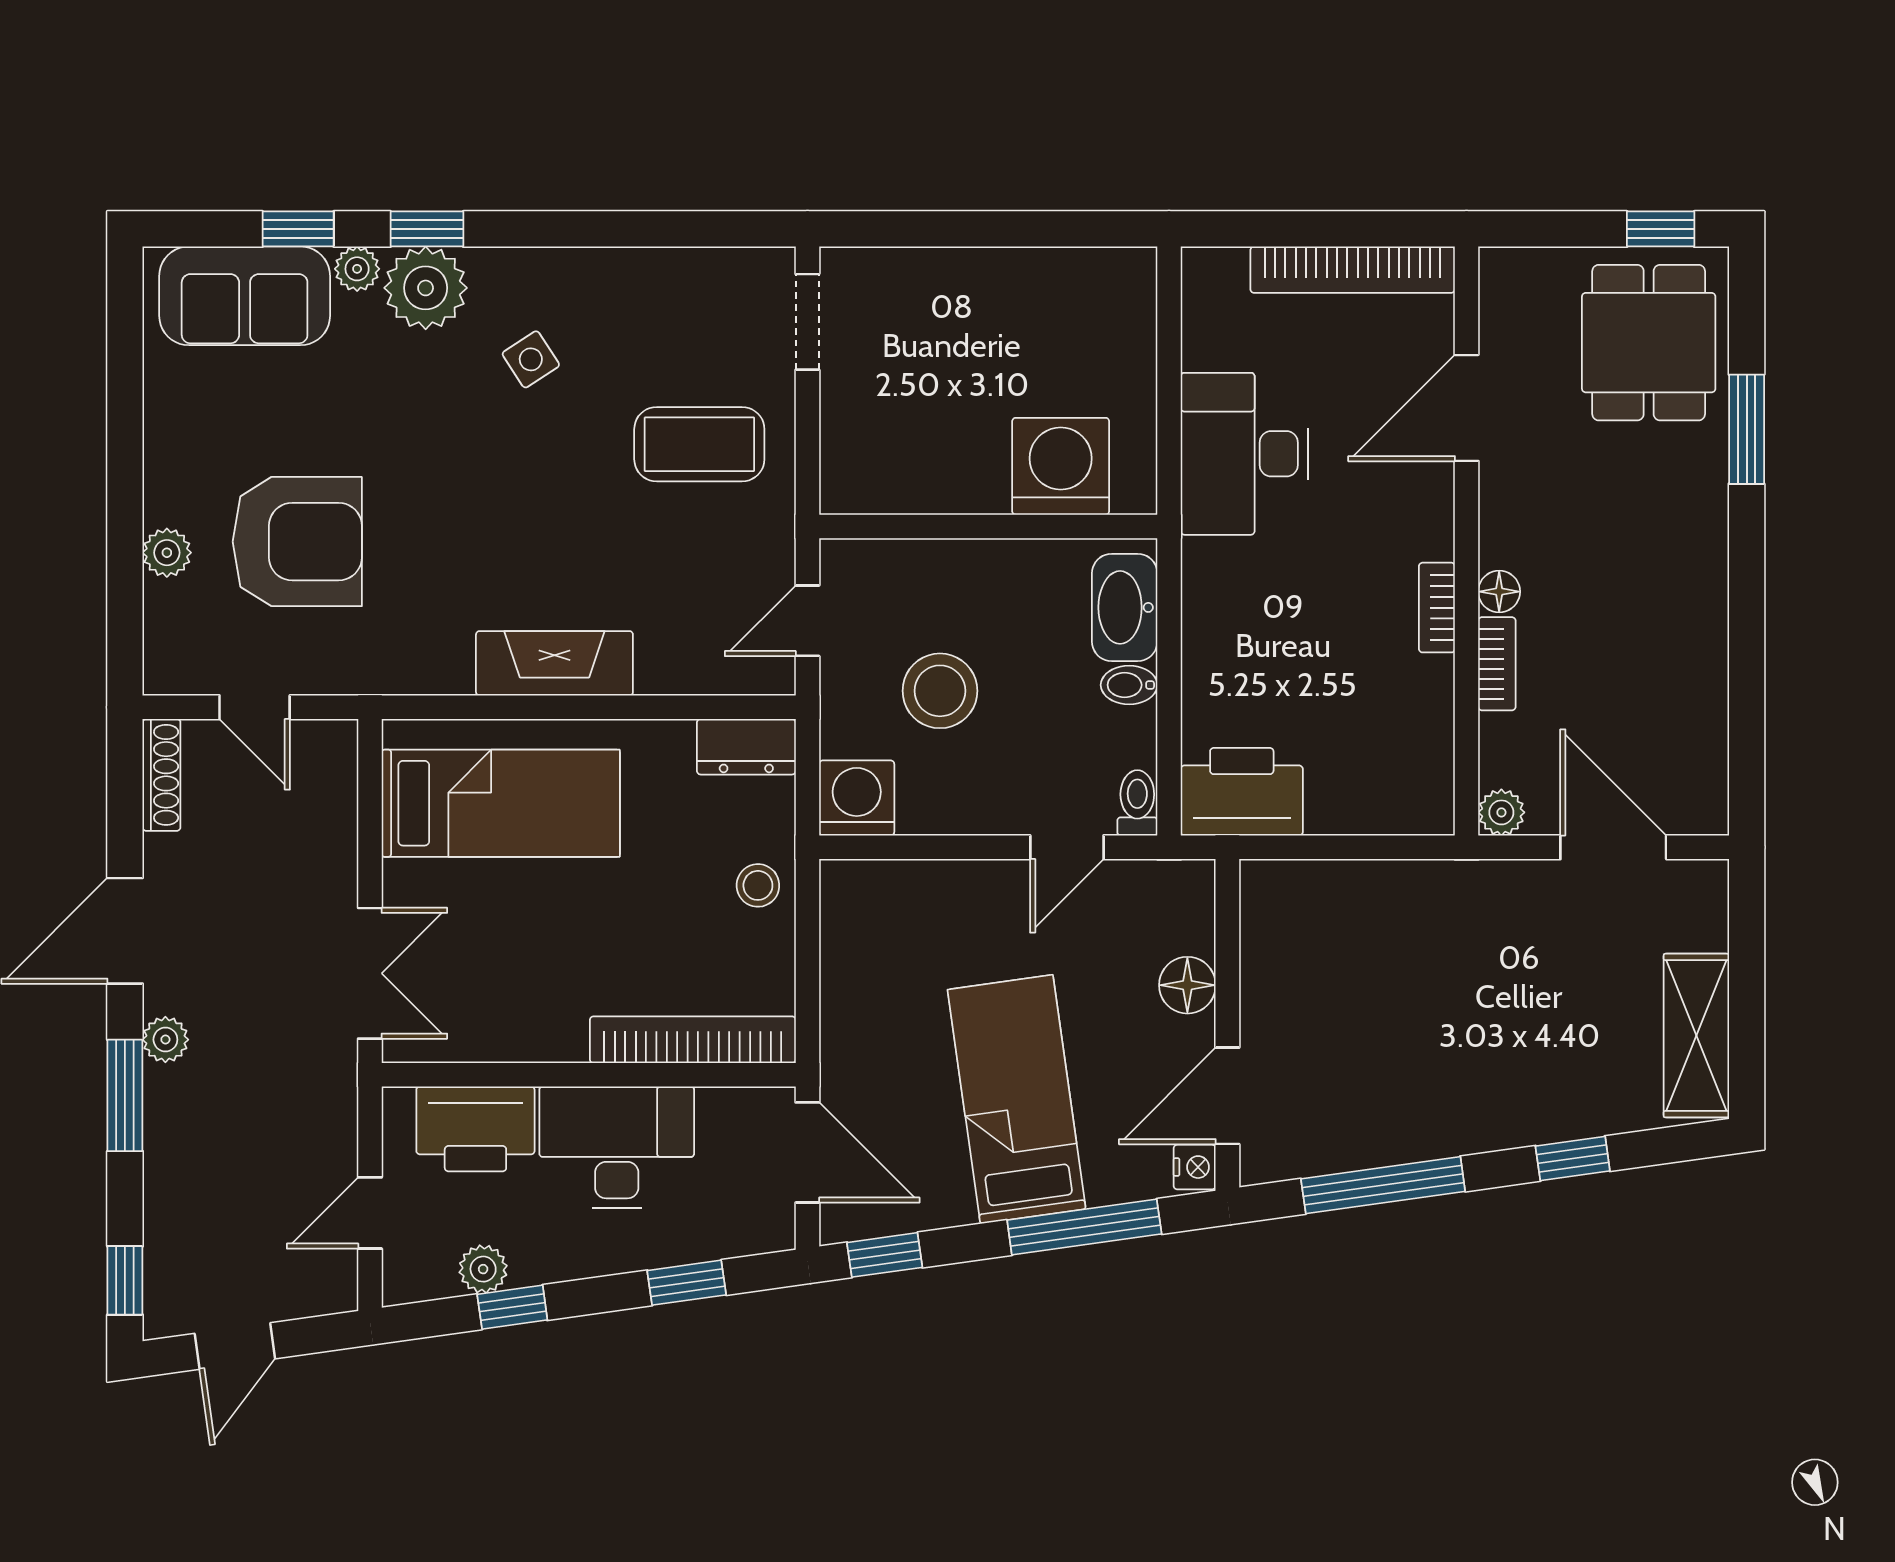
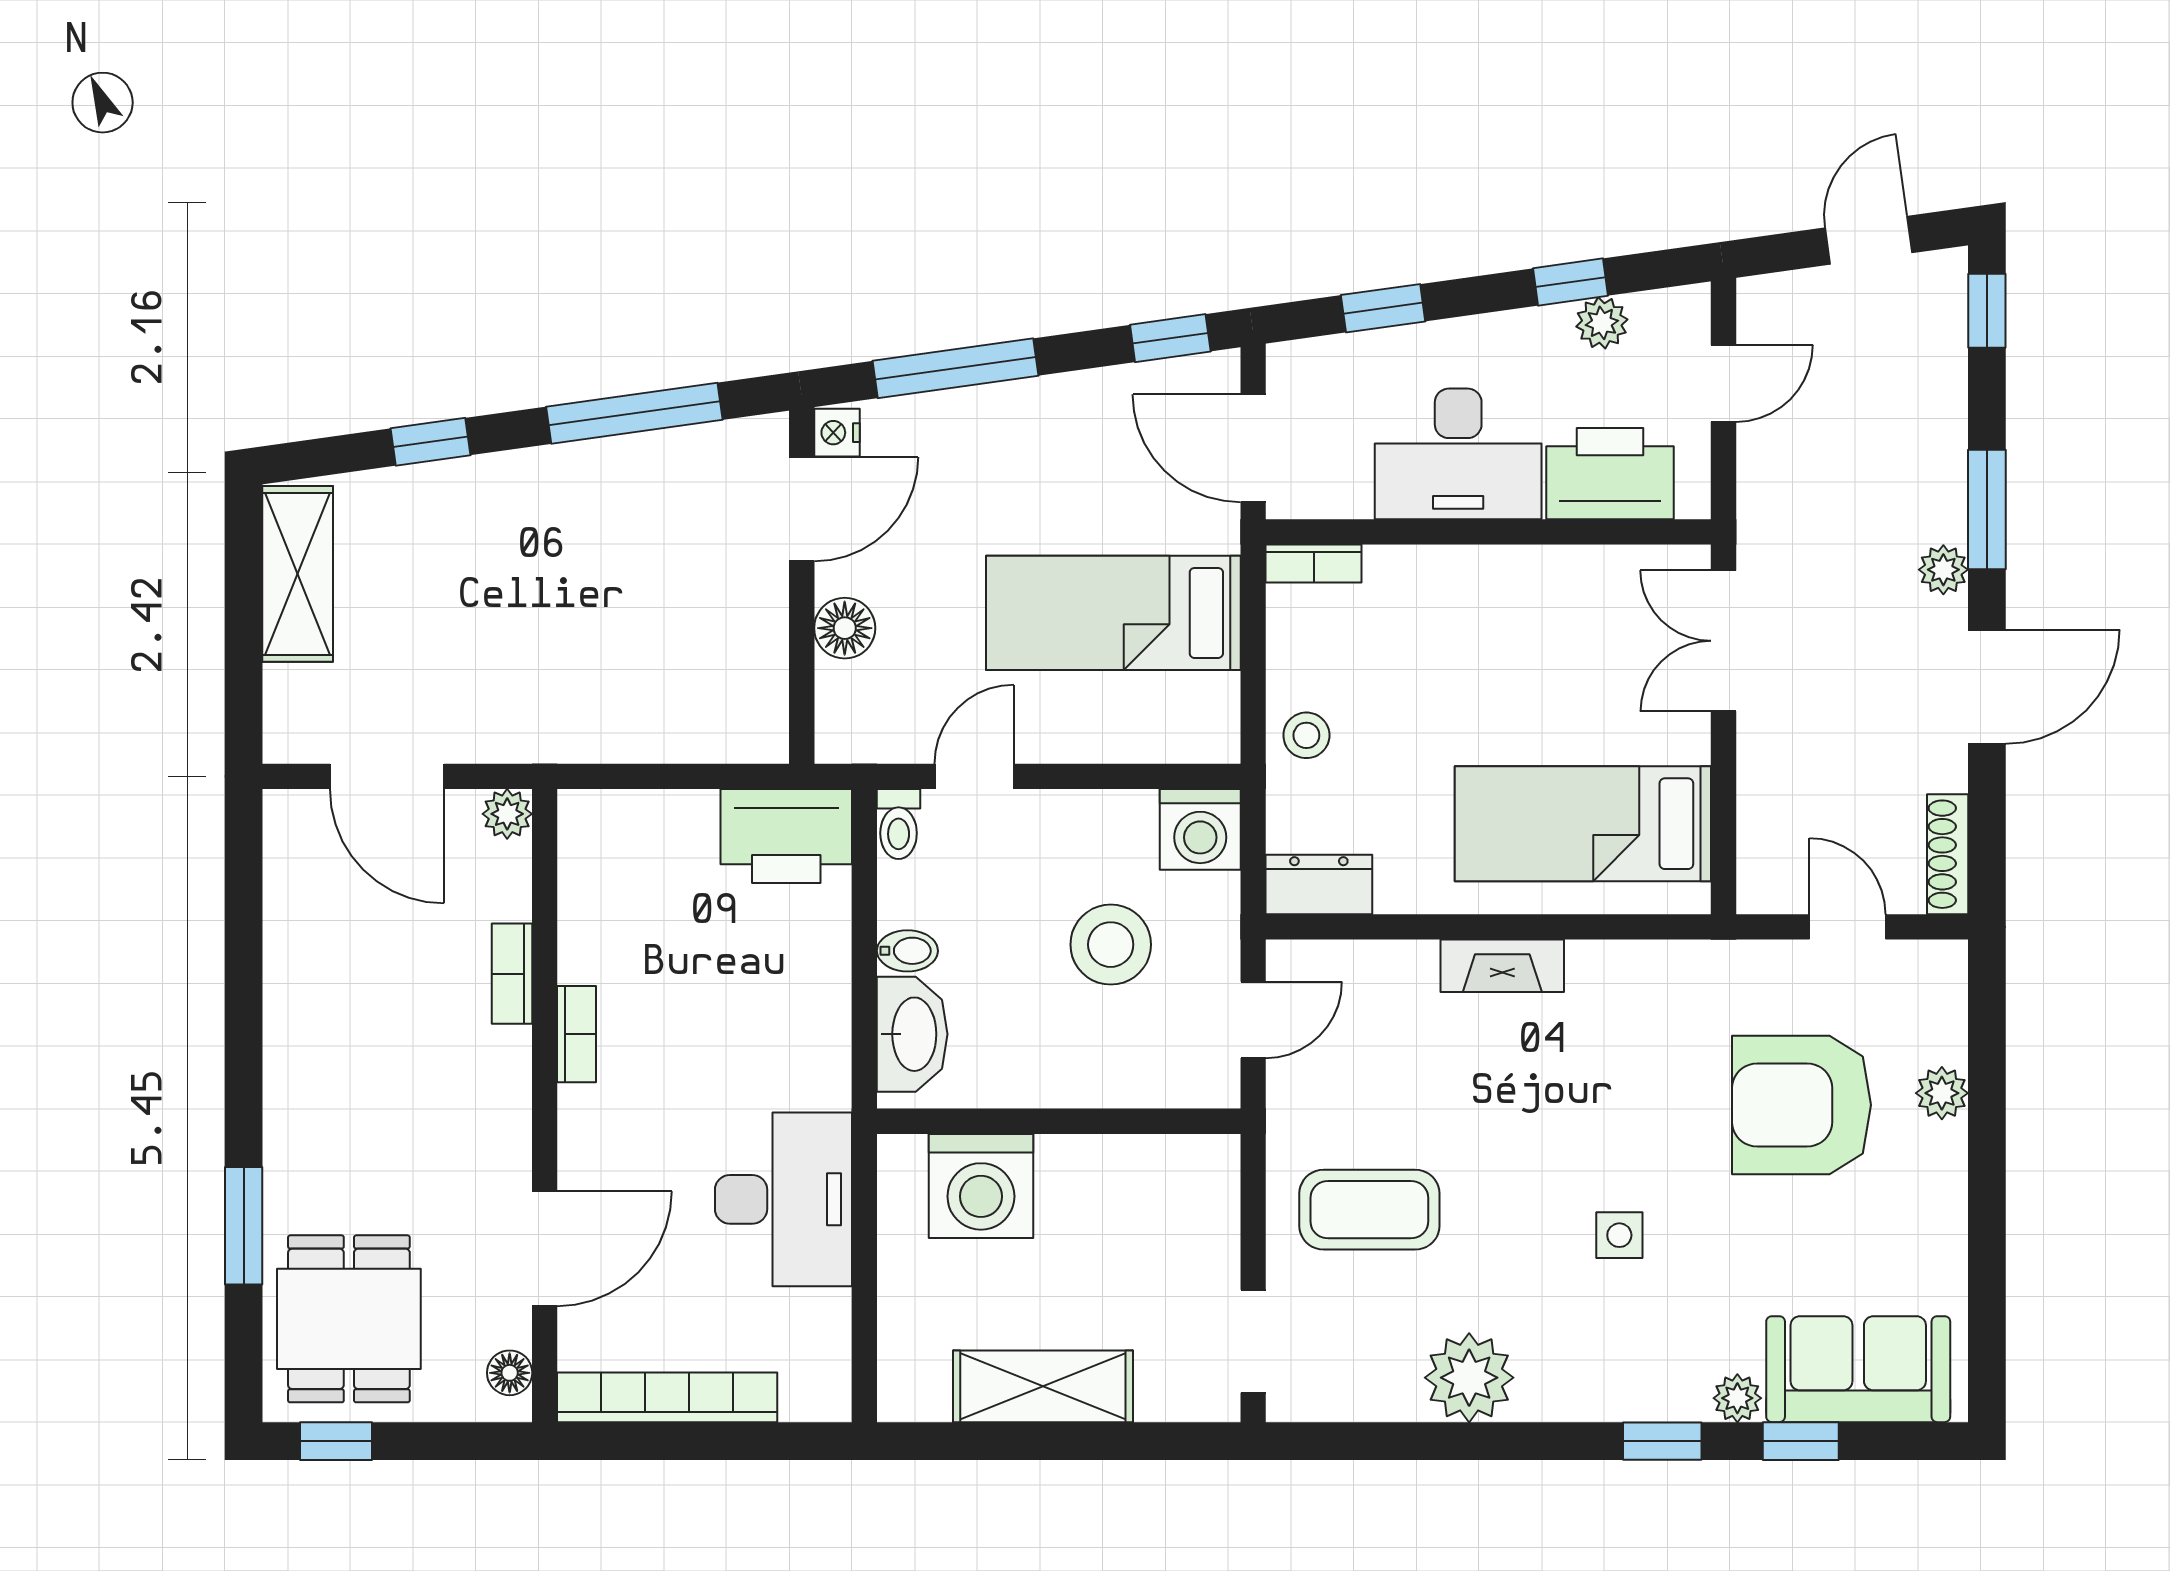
shelving: (1003, 280) -> (1043, 1386), added
plant: (426, 288) -> (1469, 1378), moved
side table: (531, 359) -> (1619, 1235), moved, turned 33
floor lamp: (1499, 592) -> (510, 1373), moved
fireplace: (554, 663) -> (1502, 966), width x0.73, depth x0.76
bookcase: (693, 1040) -> (1314, 564), width x0.43, depth x0.76
bed: (1017, 1099) -> (1113, 613), moved, turned 98

